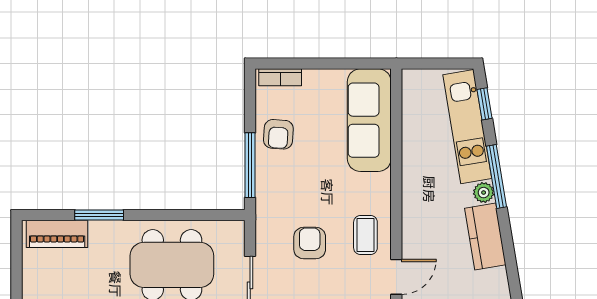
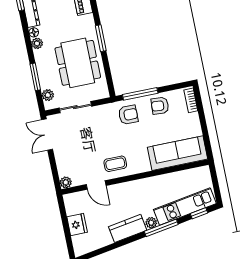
window: (99, 215) -> (101, 38), moved
armchair: (310, 243) -> (128, 115), moved

